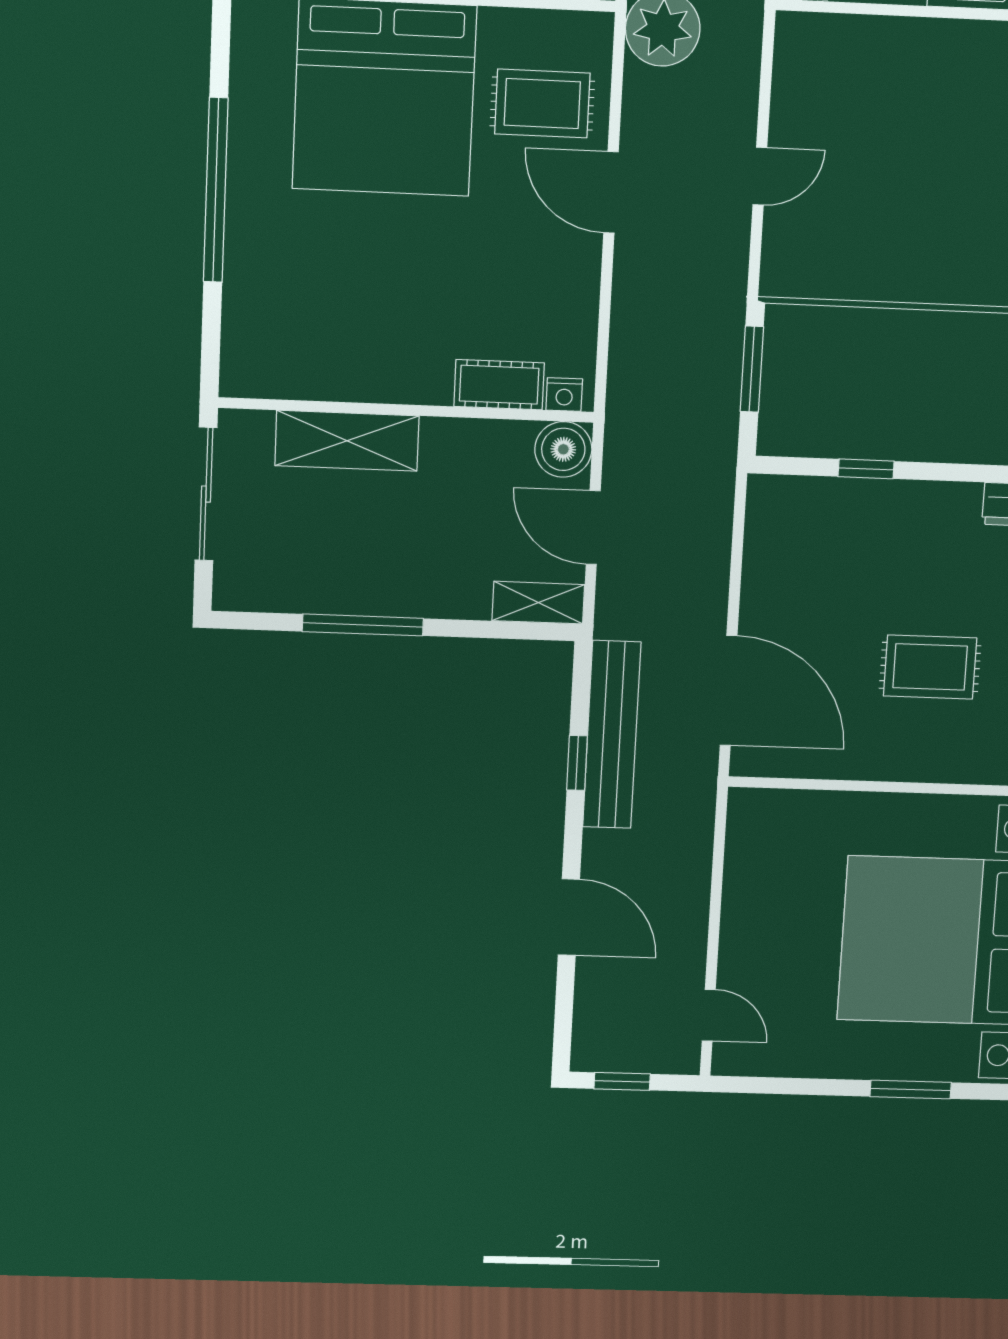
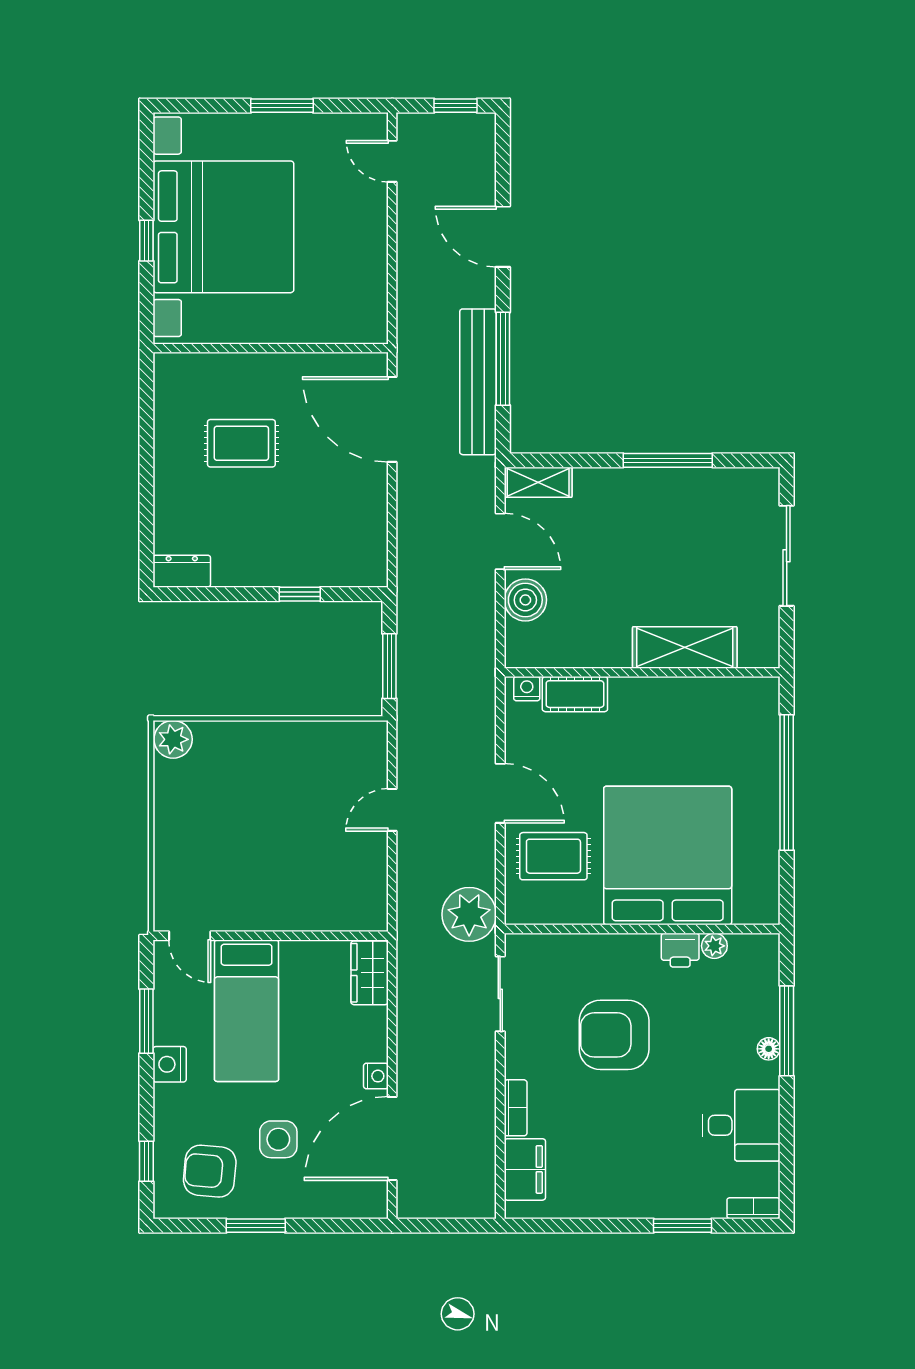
cot: (499, 385) -> (575, 694), moved
nightstand: (564, 395) -> (527, 689), moved
wall: (406, 410) -> (642, 672), moved
shelving: (347, 441) -> (685, 647), moved
window: (577, 763) -> (503, 359), width x2.17
window: (911, 1089) -> (282, 106), moved

